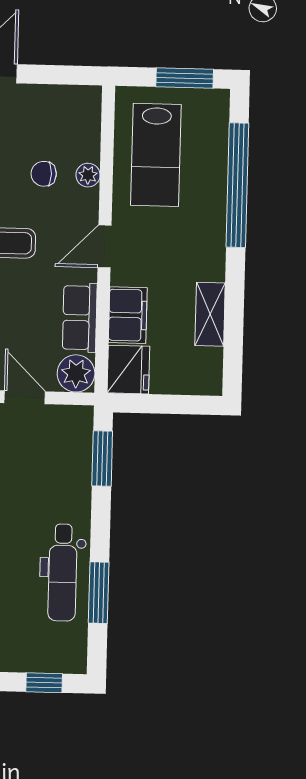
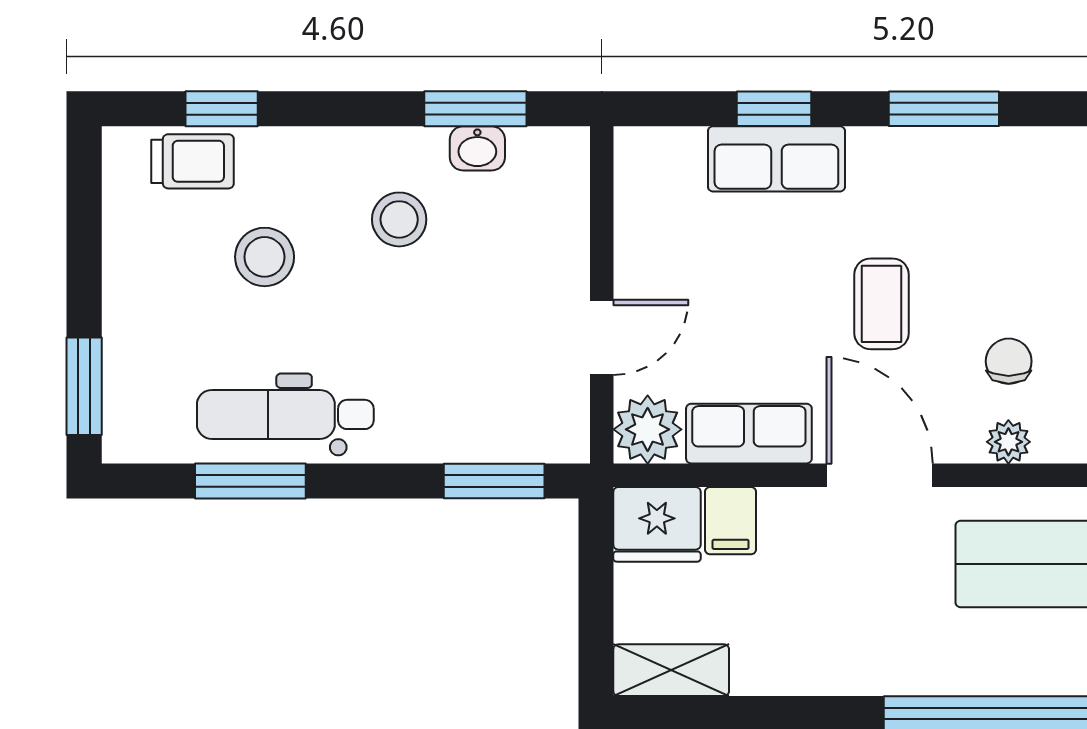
door: (105, 246) -> (880, 475), width x1.38
shelving: (210, 314) -> (671, 670), moved
filing cabinet: (128, 315) -> (731, 521), width x0.50
window: (44, 683) -> (84, 386), width x1.50

